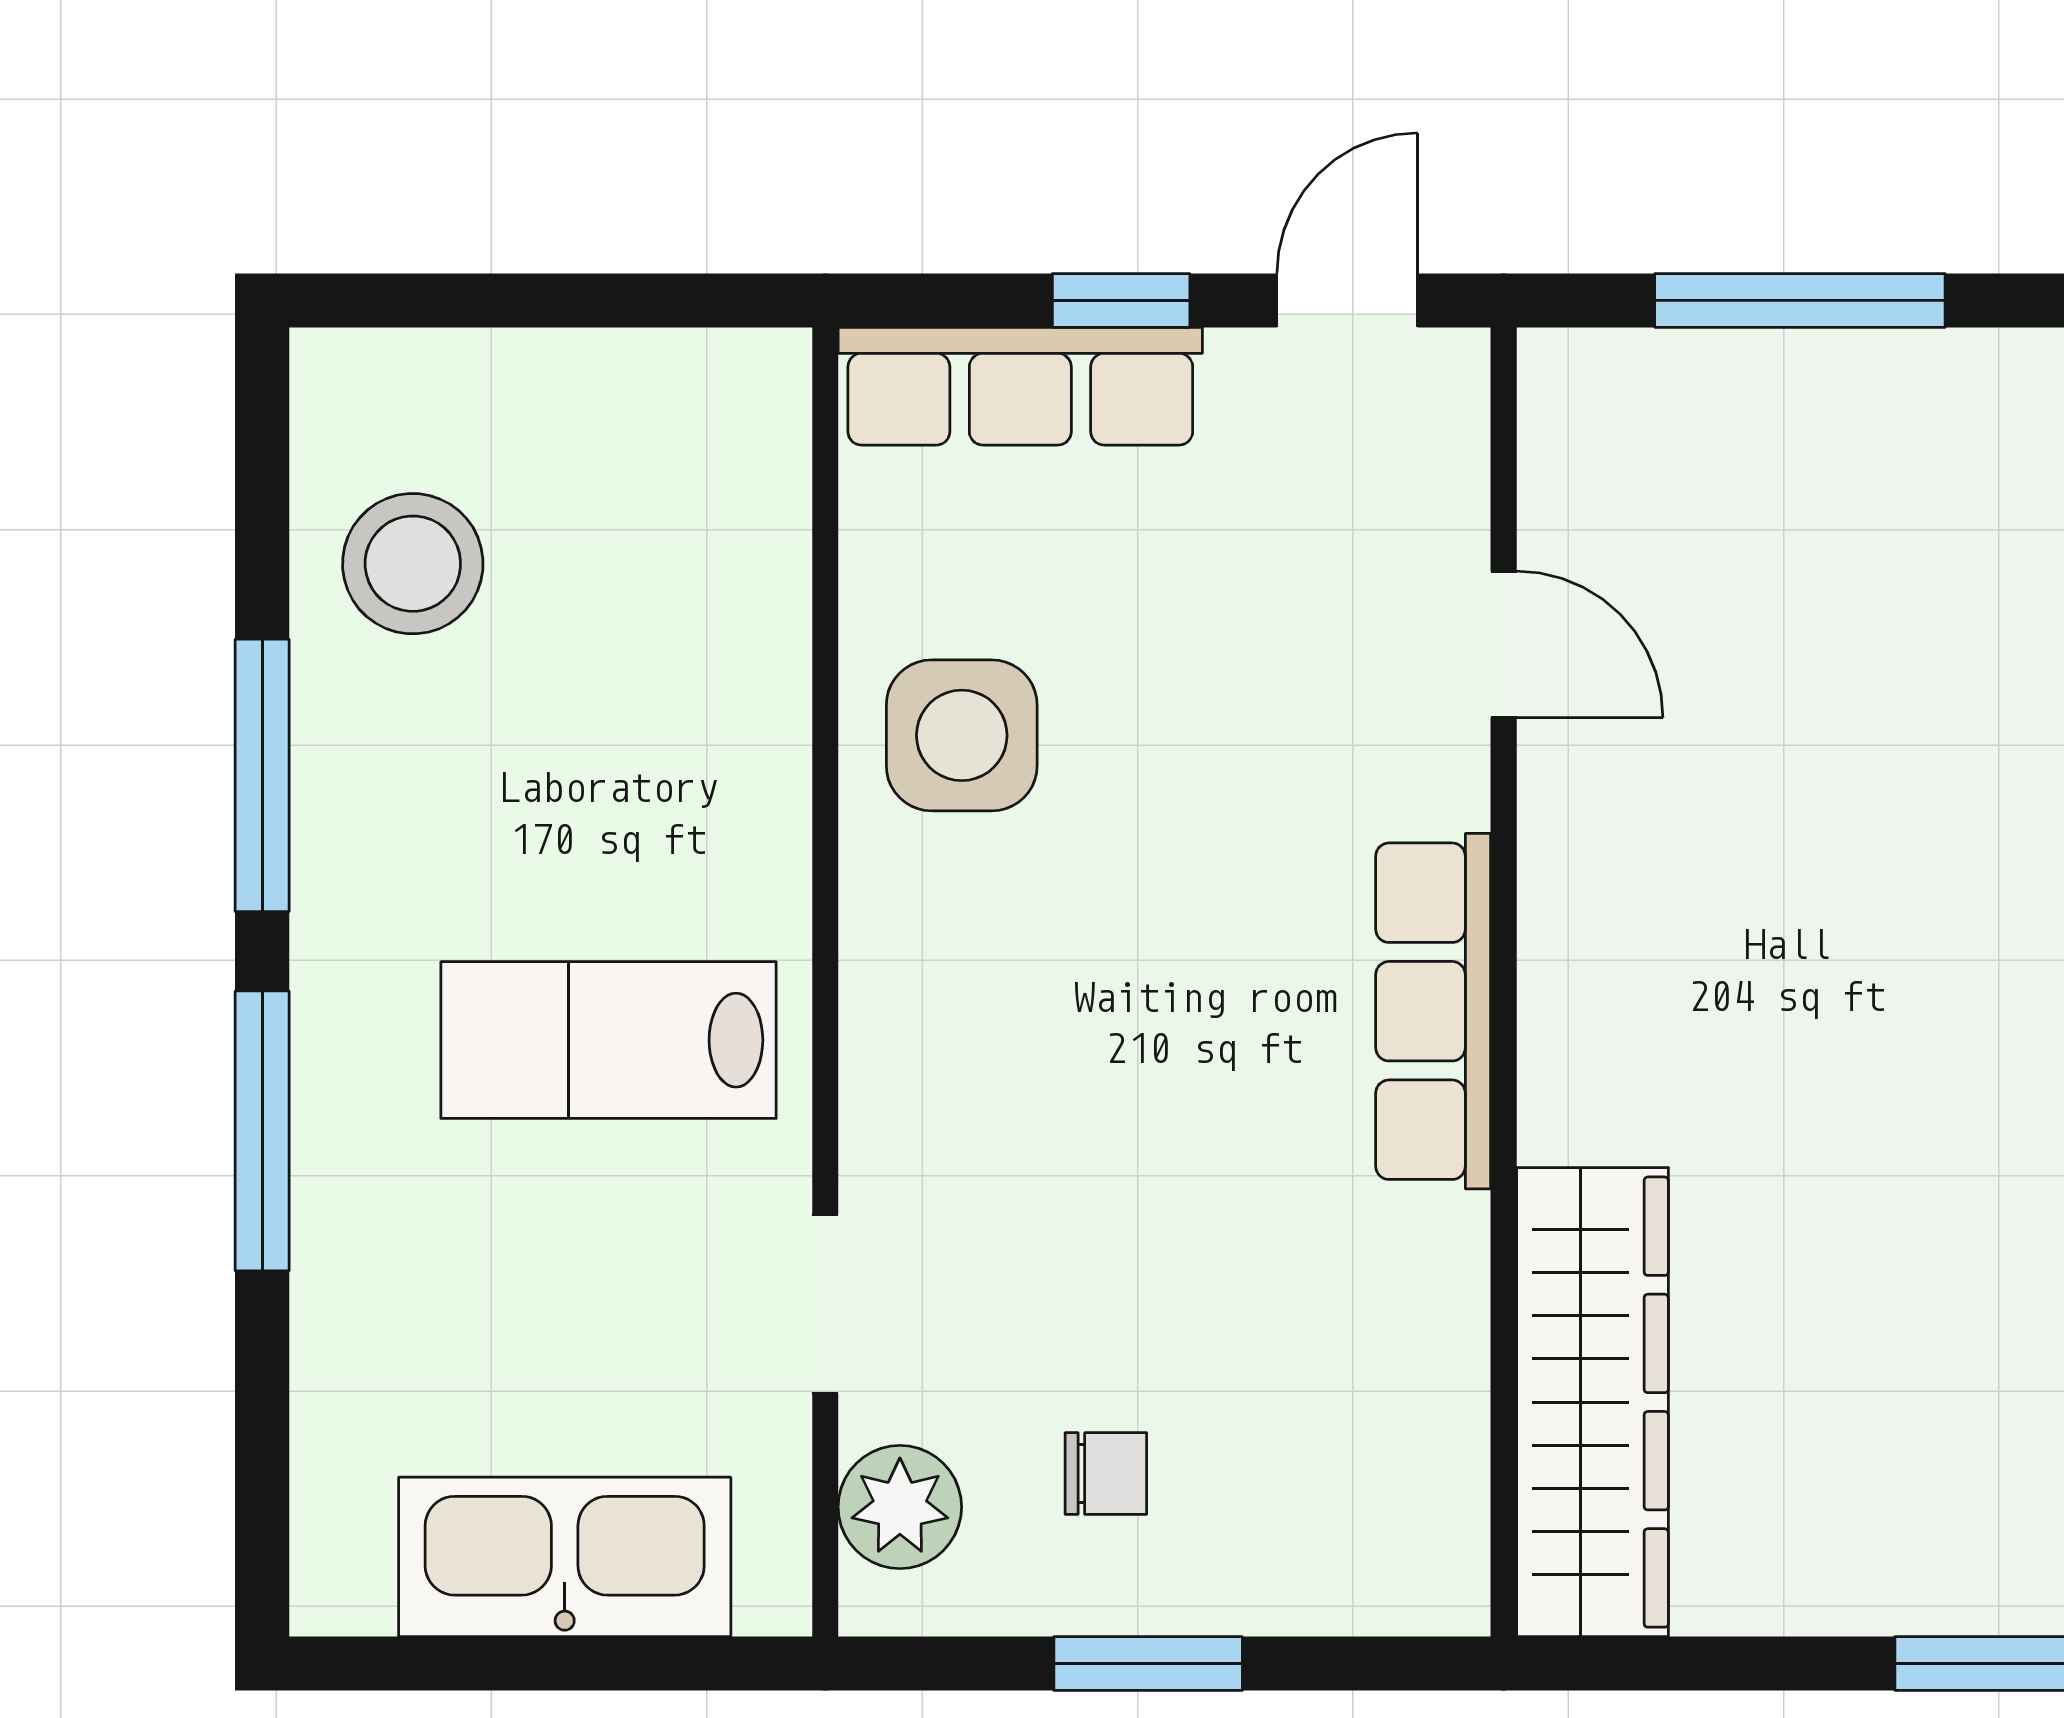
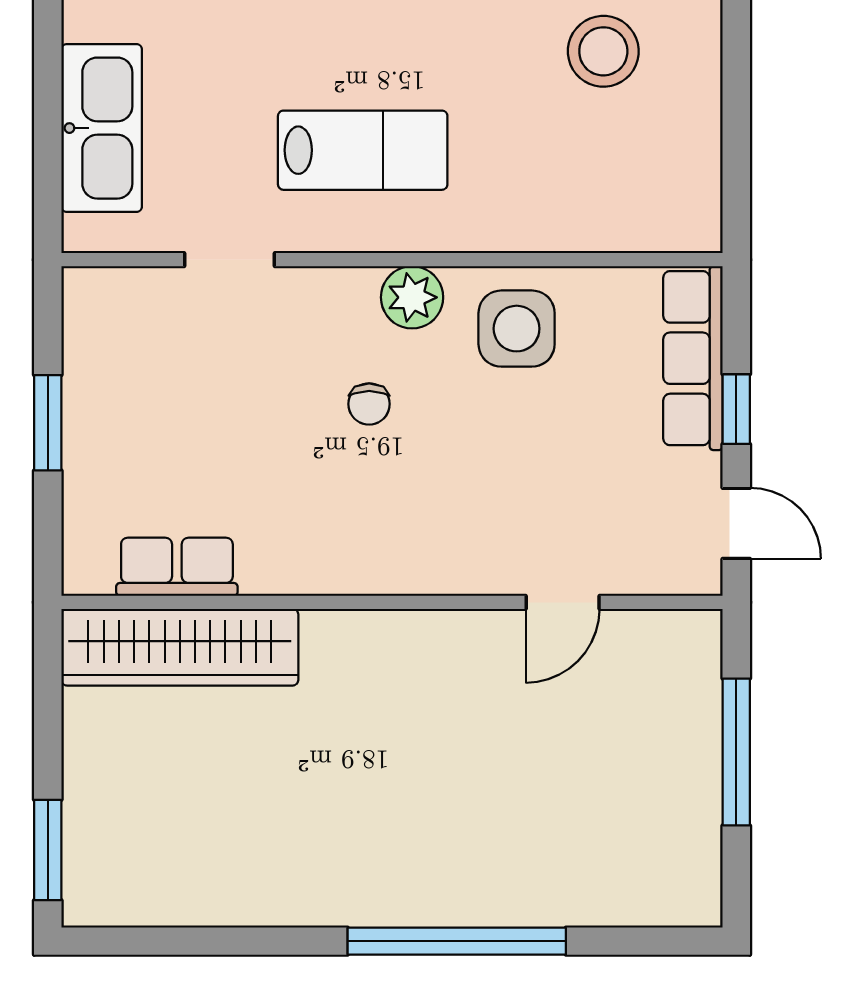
row of seats: (1433, 1011) -> (177, 567), moved, width x0.68
lab bench: (609, 1040) -> (363, 150), turned 90
chair: (1106, 1474) -> (369, 404), moved
plant: (900, 1507) -> (412, 297), moved

